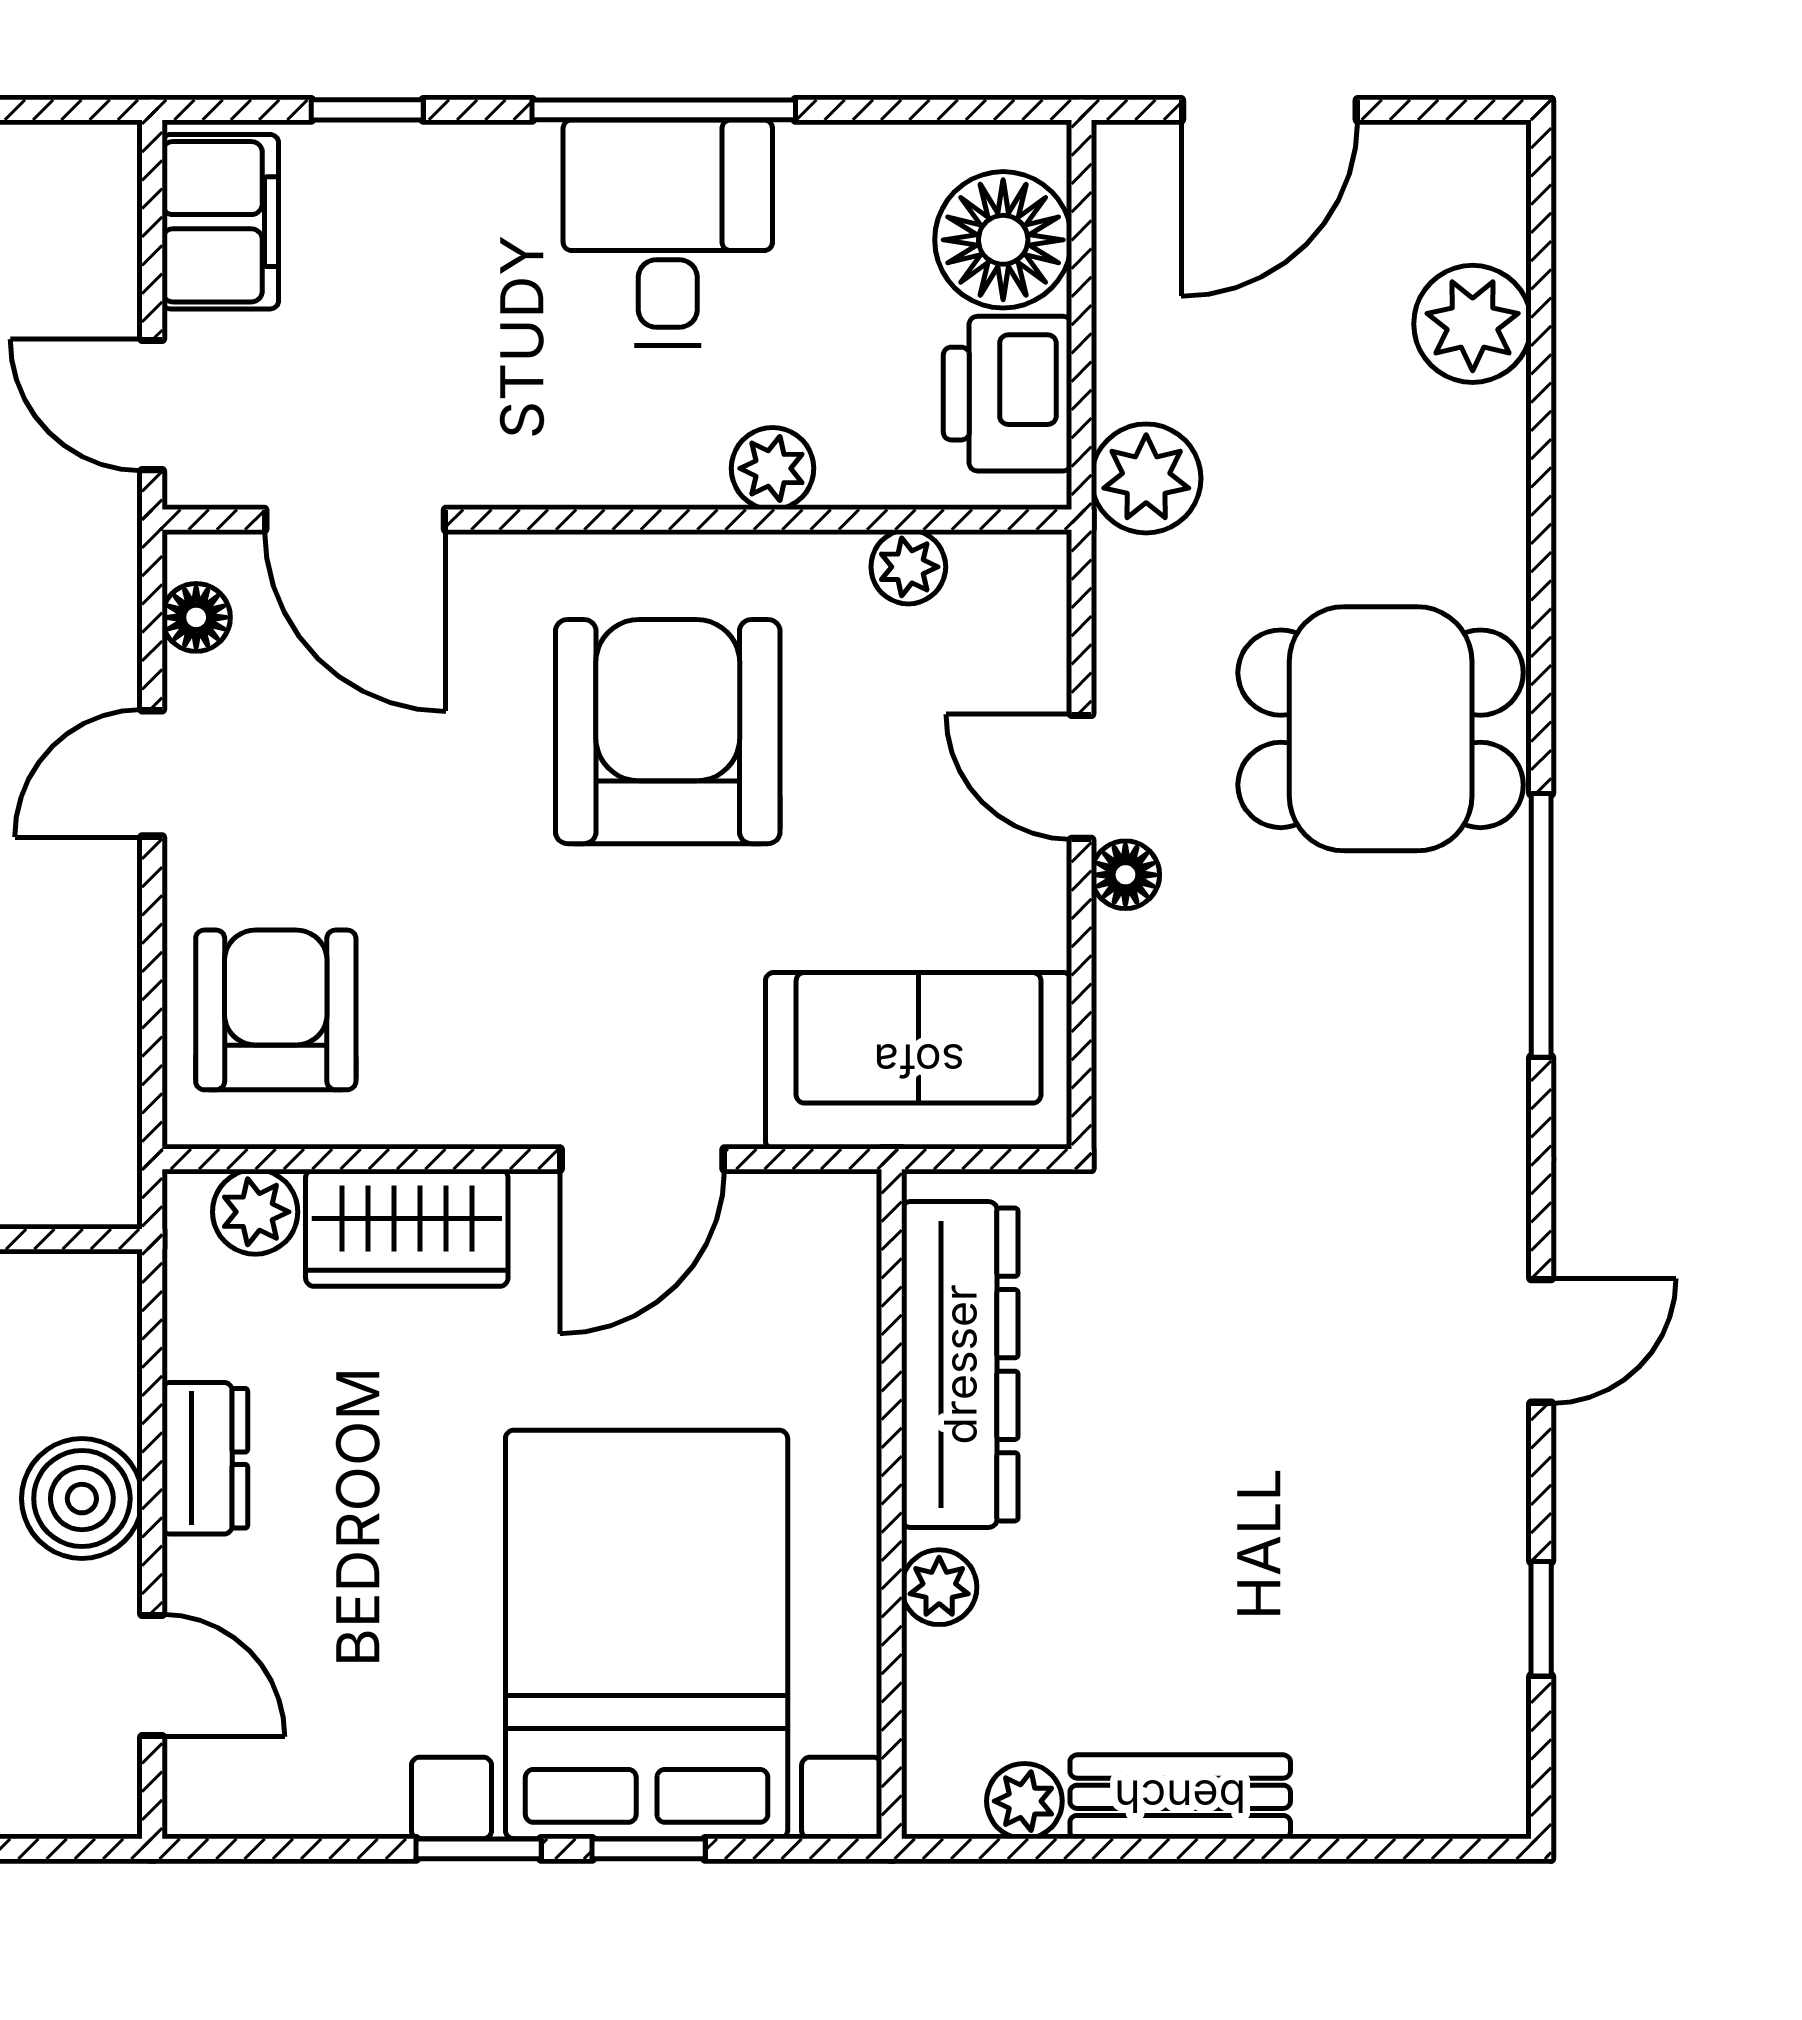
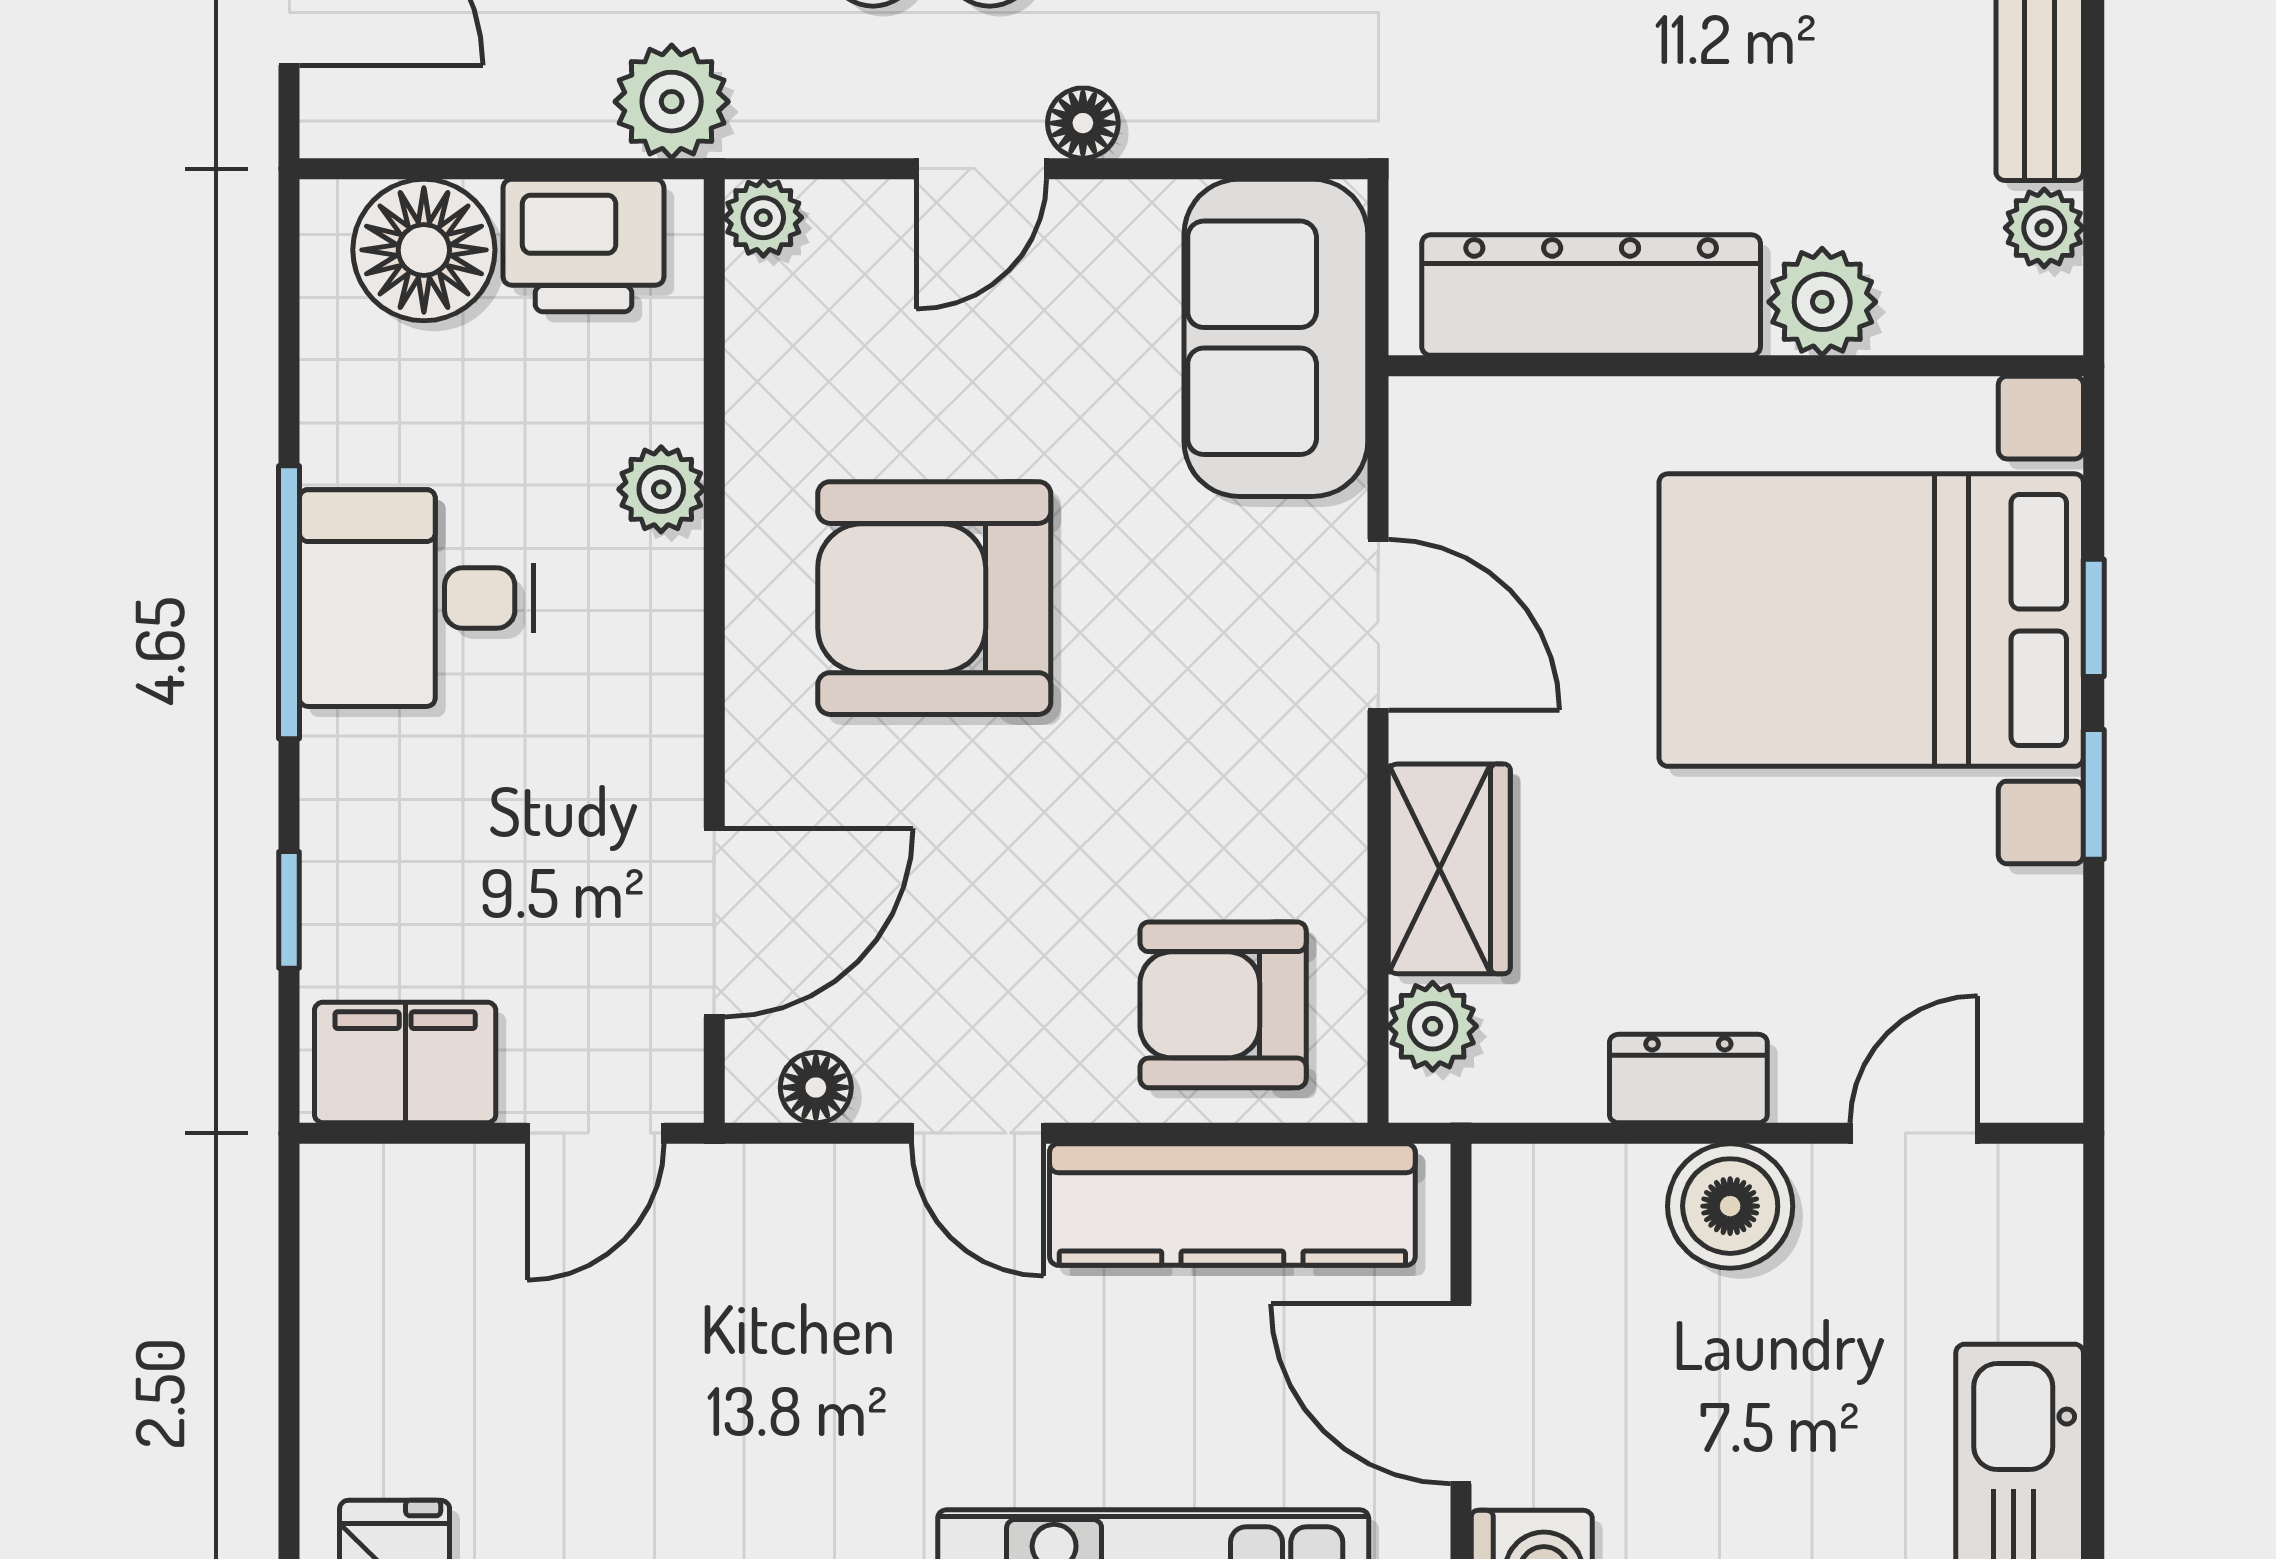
plant: (908, 567) -> (763, 218), moved
kitchen counter: (83, 1019) -> (1232, 1205), added
plant: (939, 1587) -> (1822, 302), width x1.38, depth x1.38

